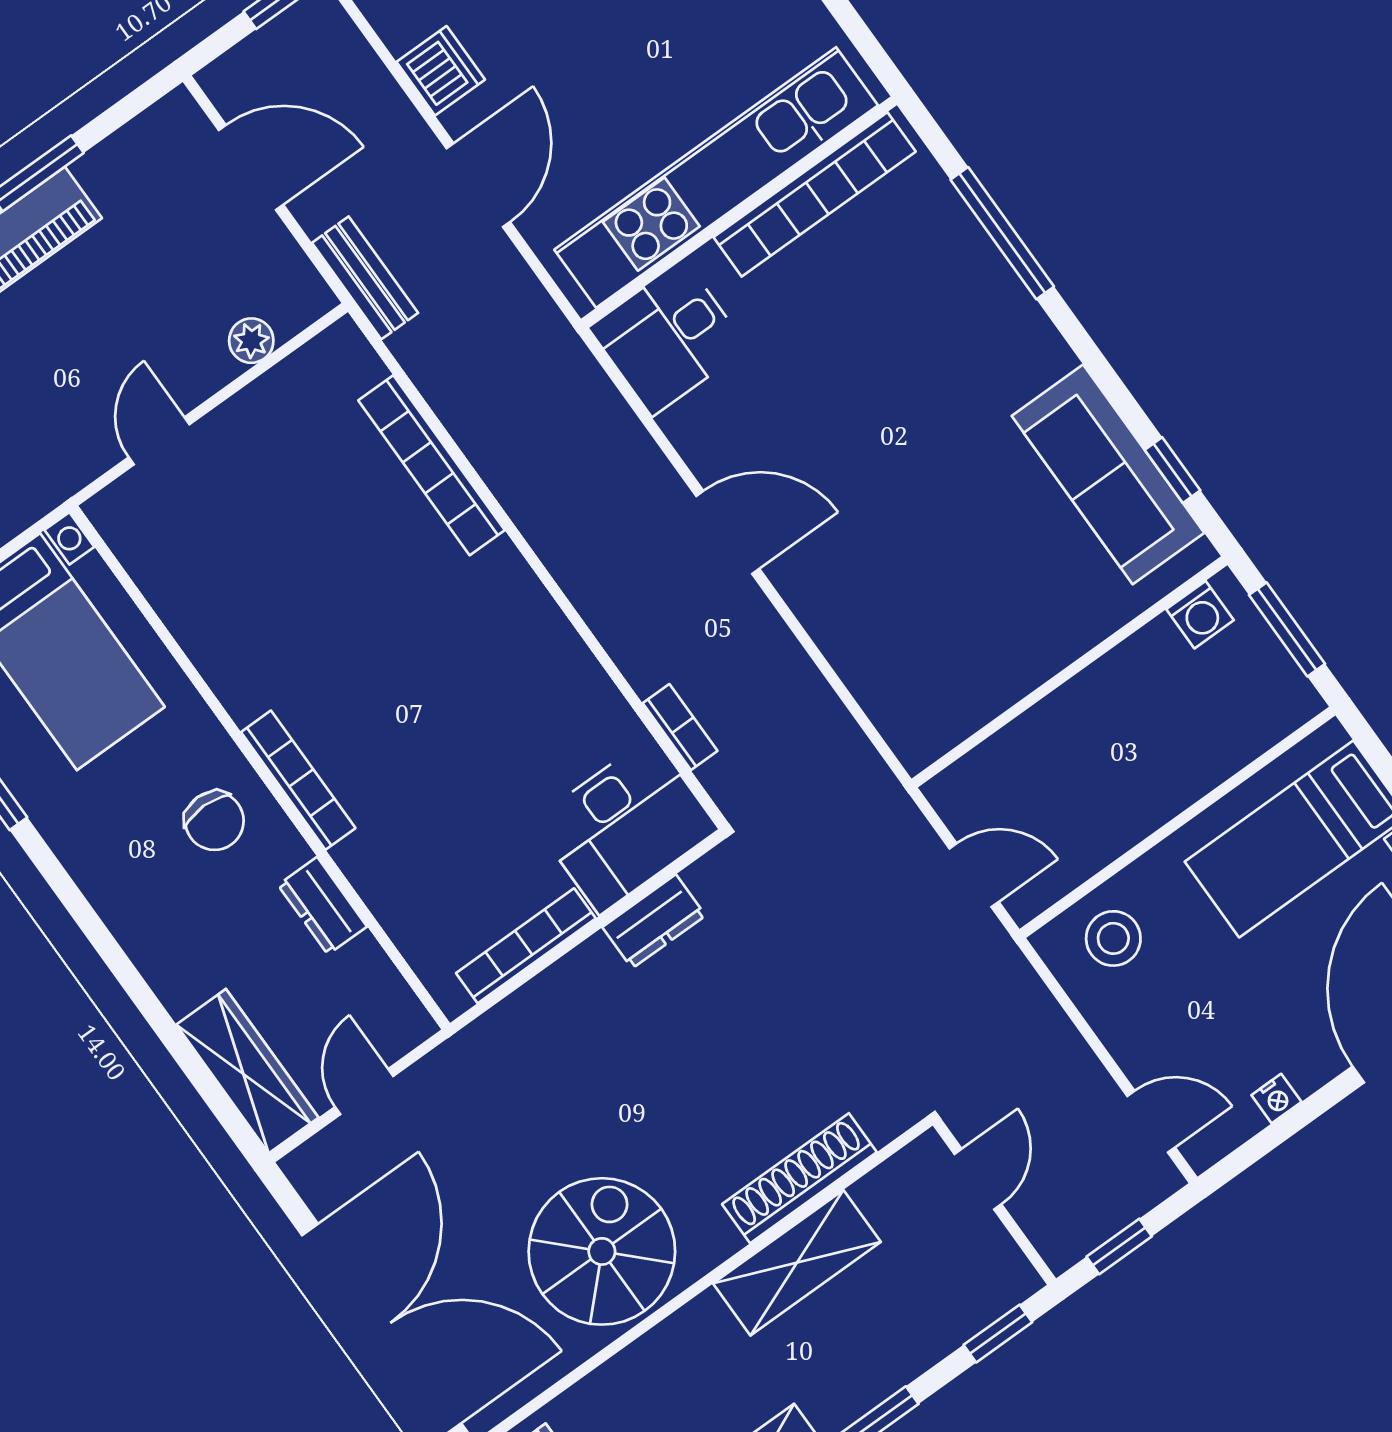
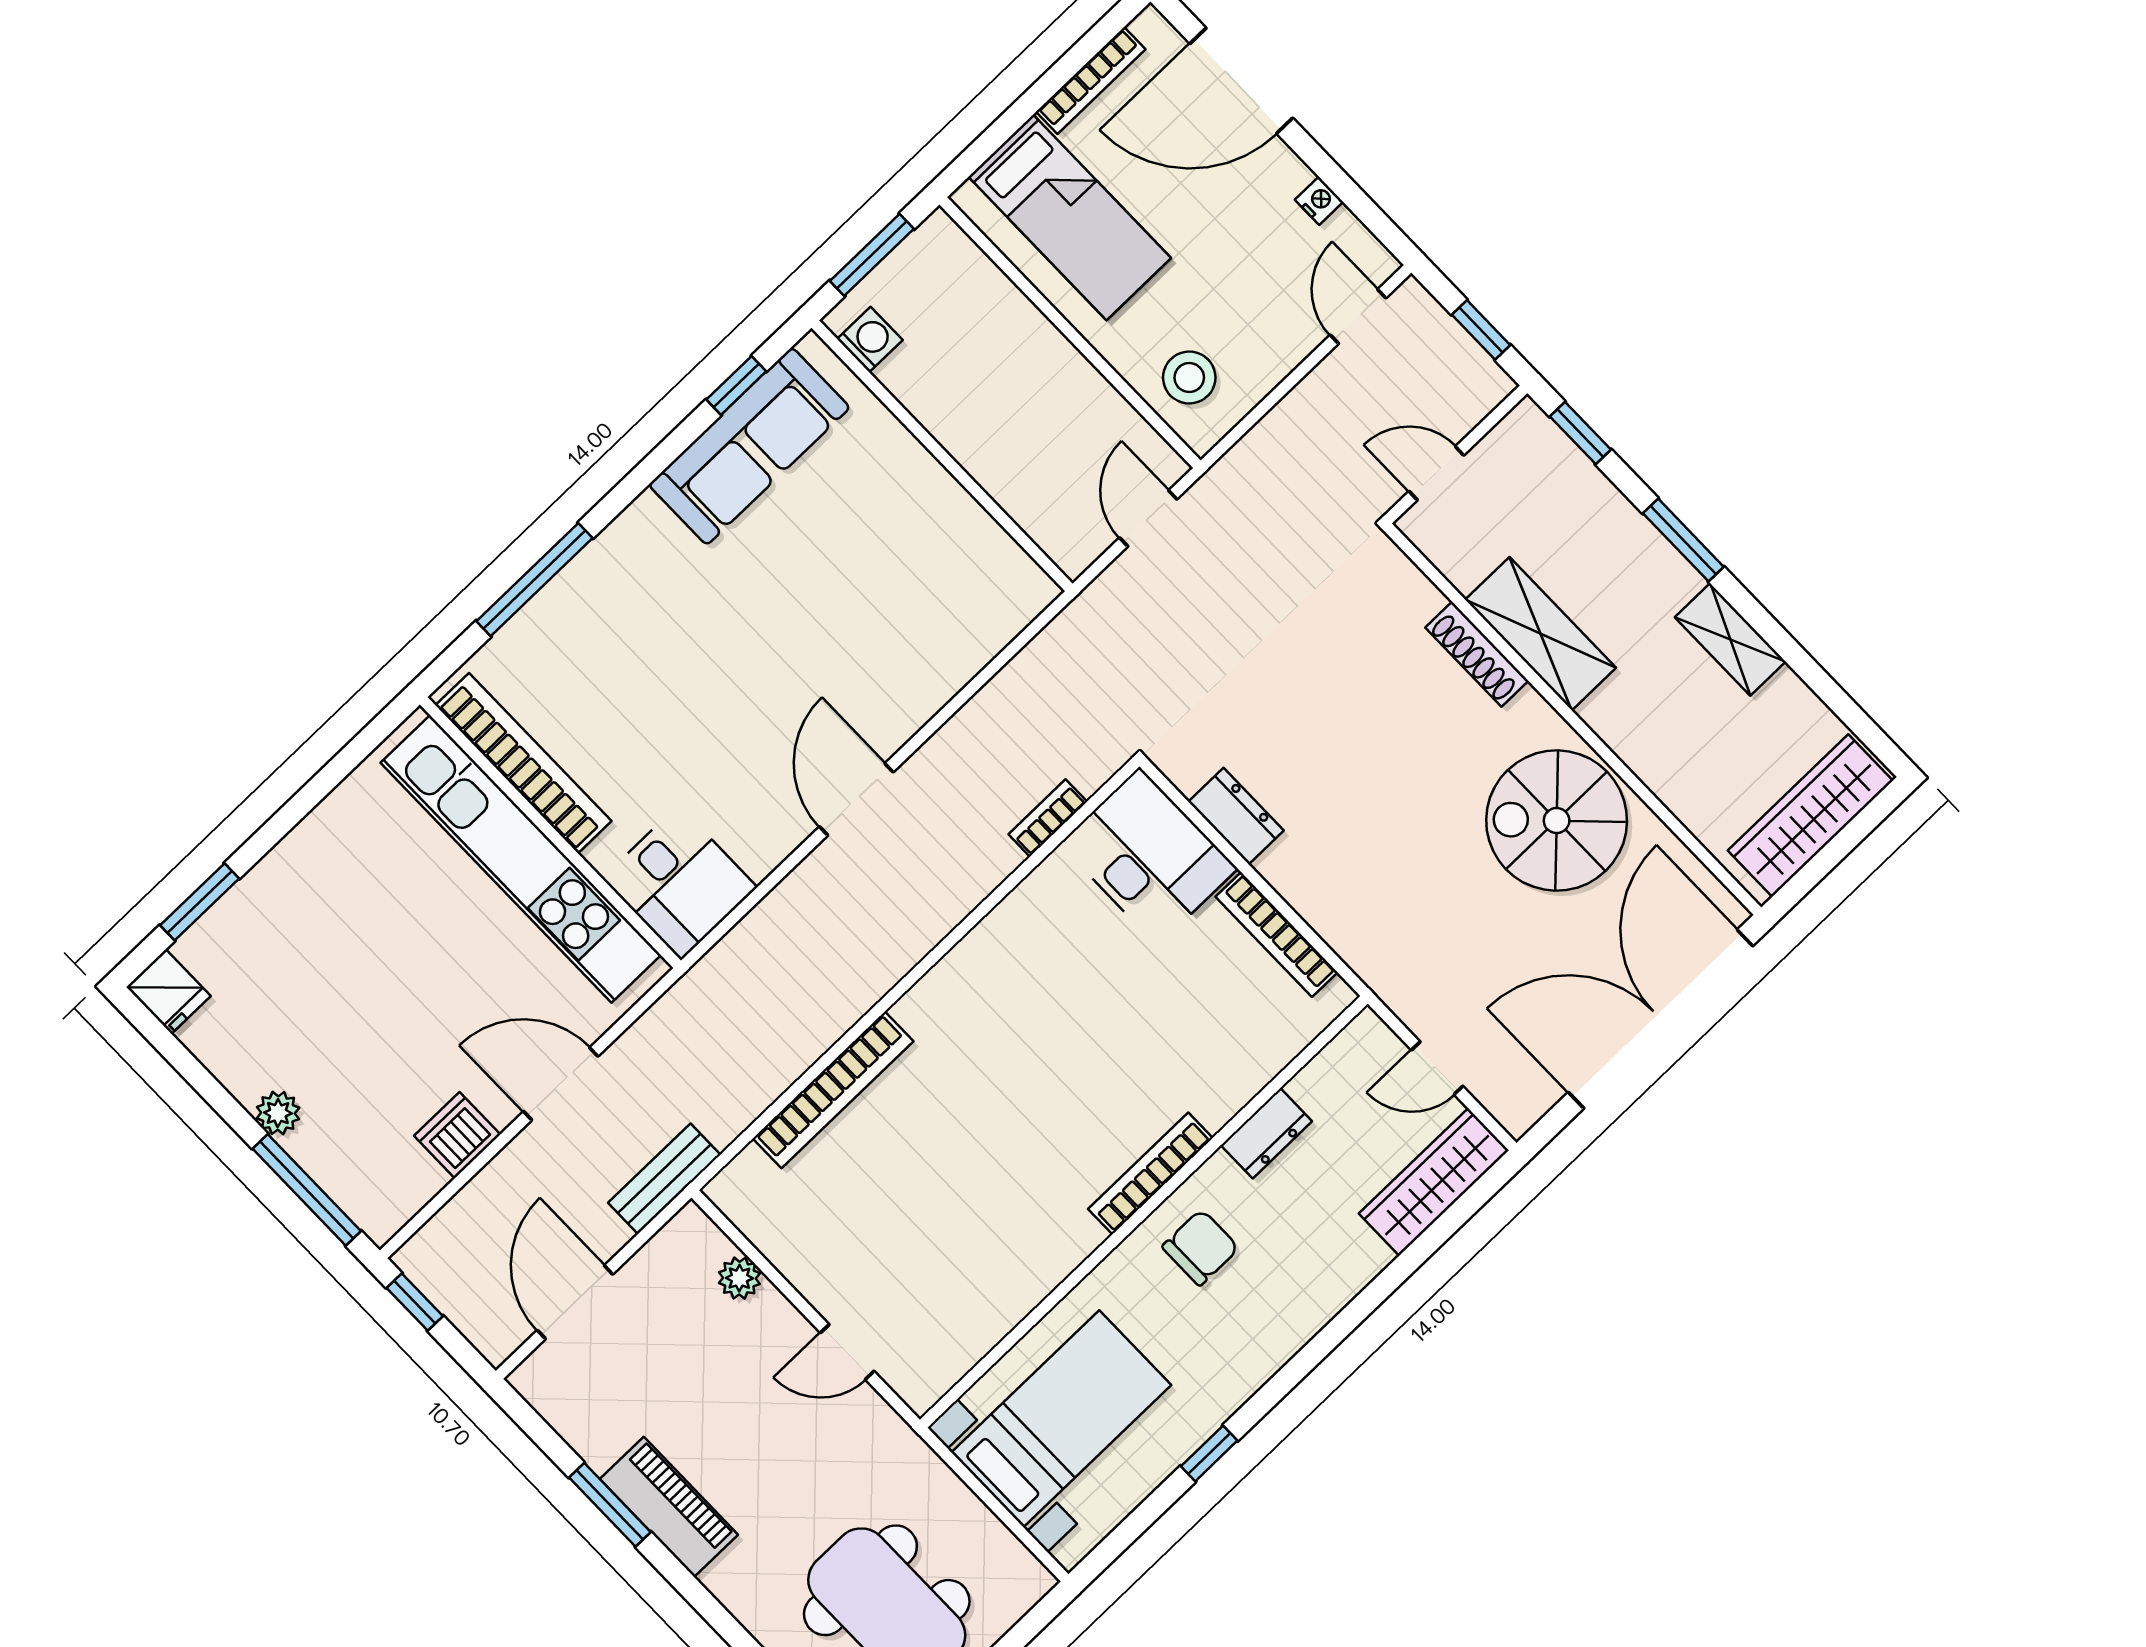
shoe rack: (799, 1178) -> (1477, 654), width x0.74, depth x0.81

